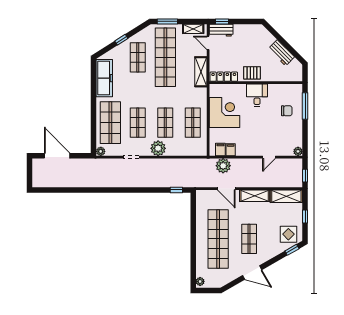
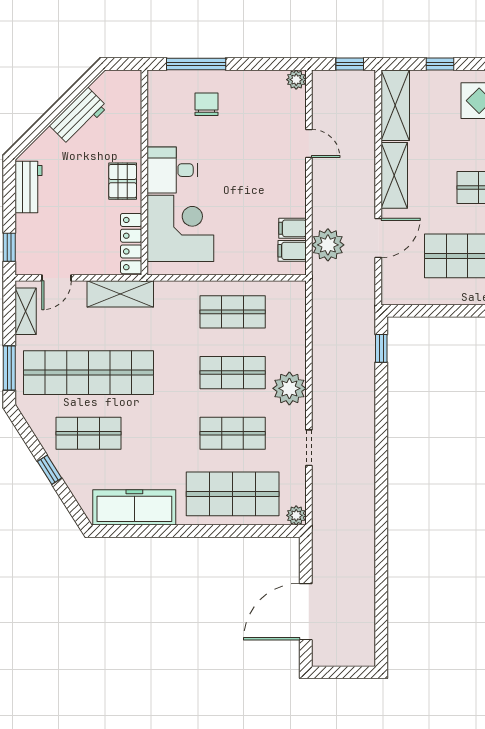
workbench: (221, 30) -> (28, 187), moved
corner desk: (225, 112) -> (180, 228), moved, turned 90

